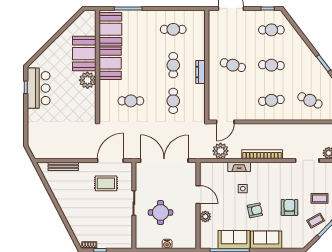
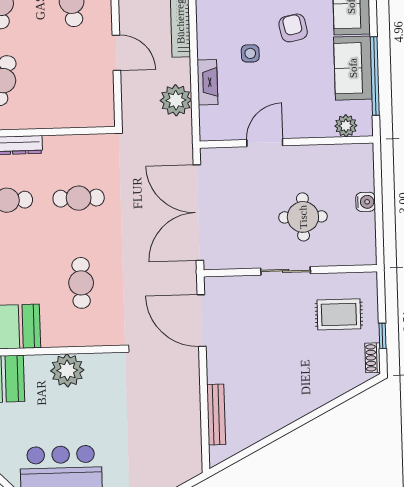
plant: (87, 80) -> (67, 370), moved
door: (225, 122) -> (116, 53), moved
fireplace: (239, 167) -> (207, 82), moved
rug: (106, 183) -> (339, 314), moved, turned 90
plant: (205, 217) -> (346, 126), moved

